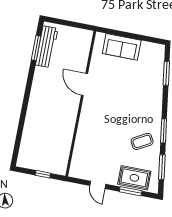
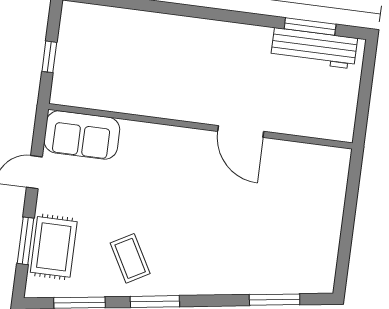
sofa: (122, 47) -> (82, 135), moved, turned -90
door: (84, 84) -> (241, 131), swing flipped

